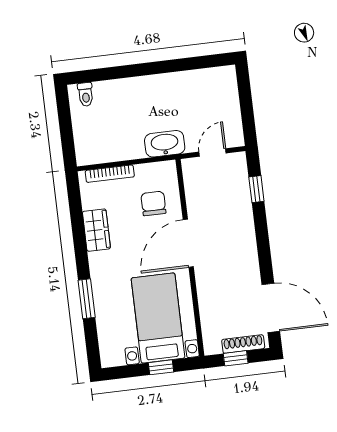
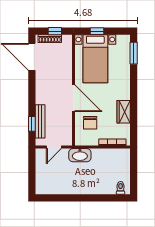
bench: (242, 195) -> (40, 121), added
door: (188, 243) -> (73, 98), hinge flipped
window: (87, 299) -> (134, 53), moved

